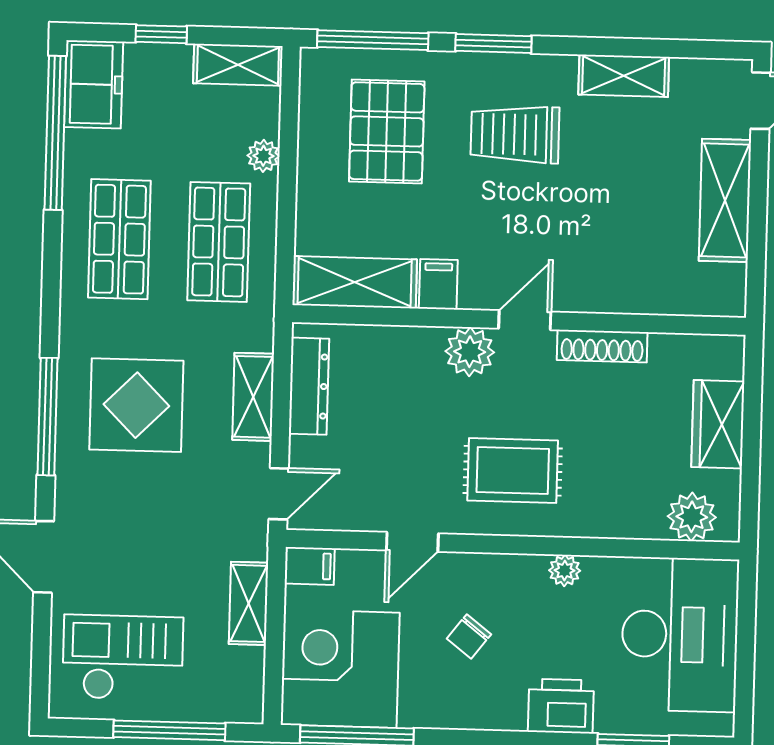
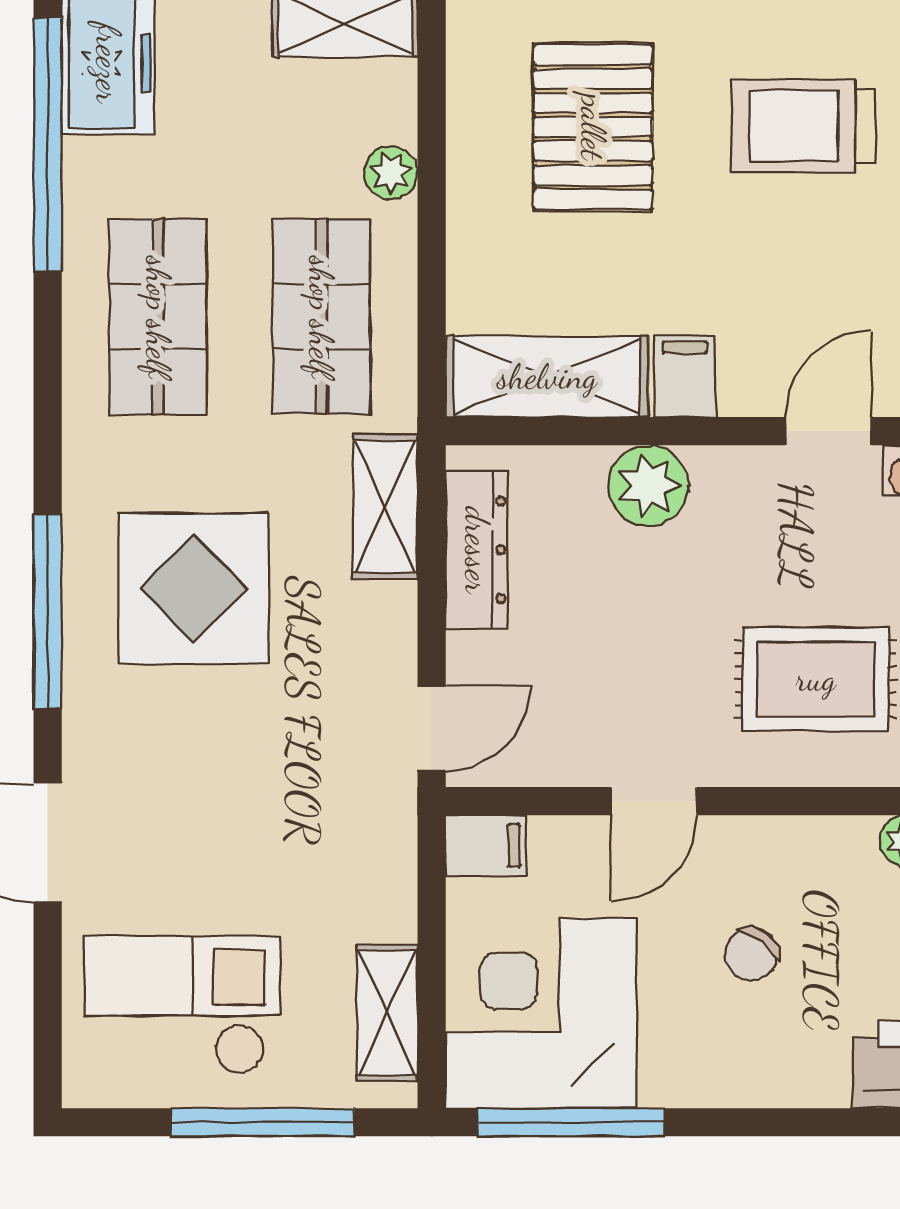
plant: (470, 352) -> (648, 486), moved
shelving: (253, 397) -> (385, 507), moved
shelving: (249, 603) -> (387, 1013), moved

